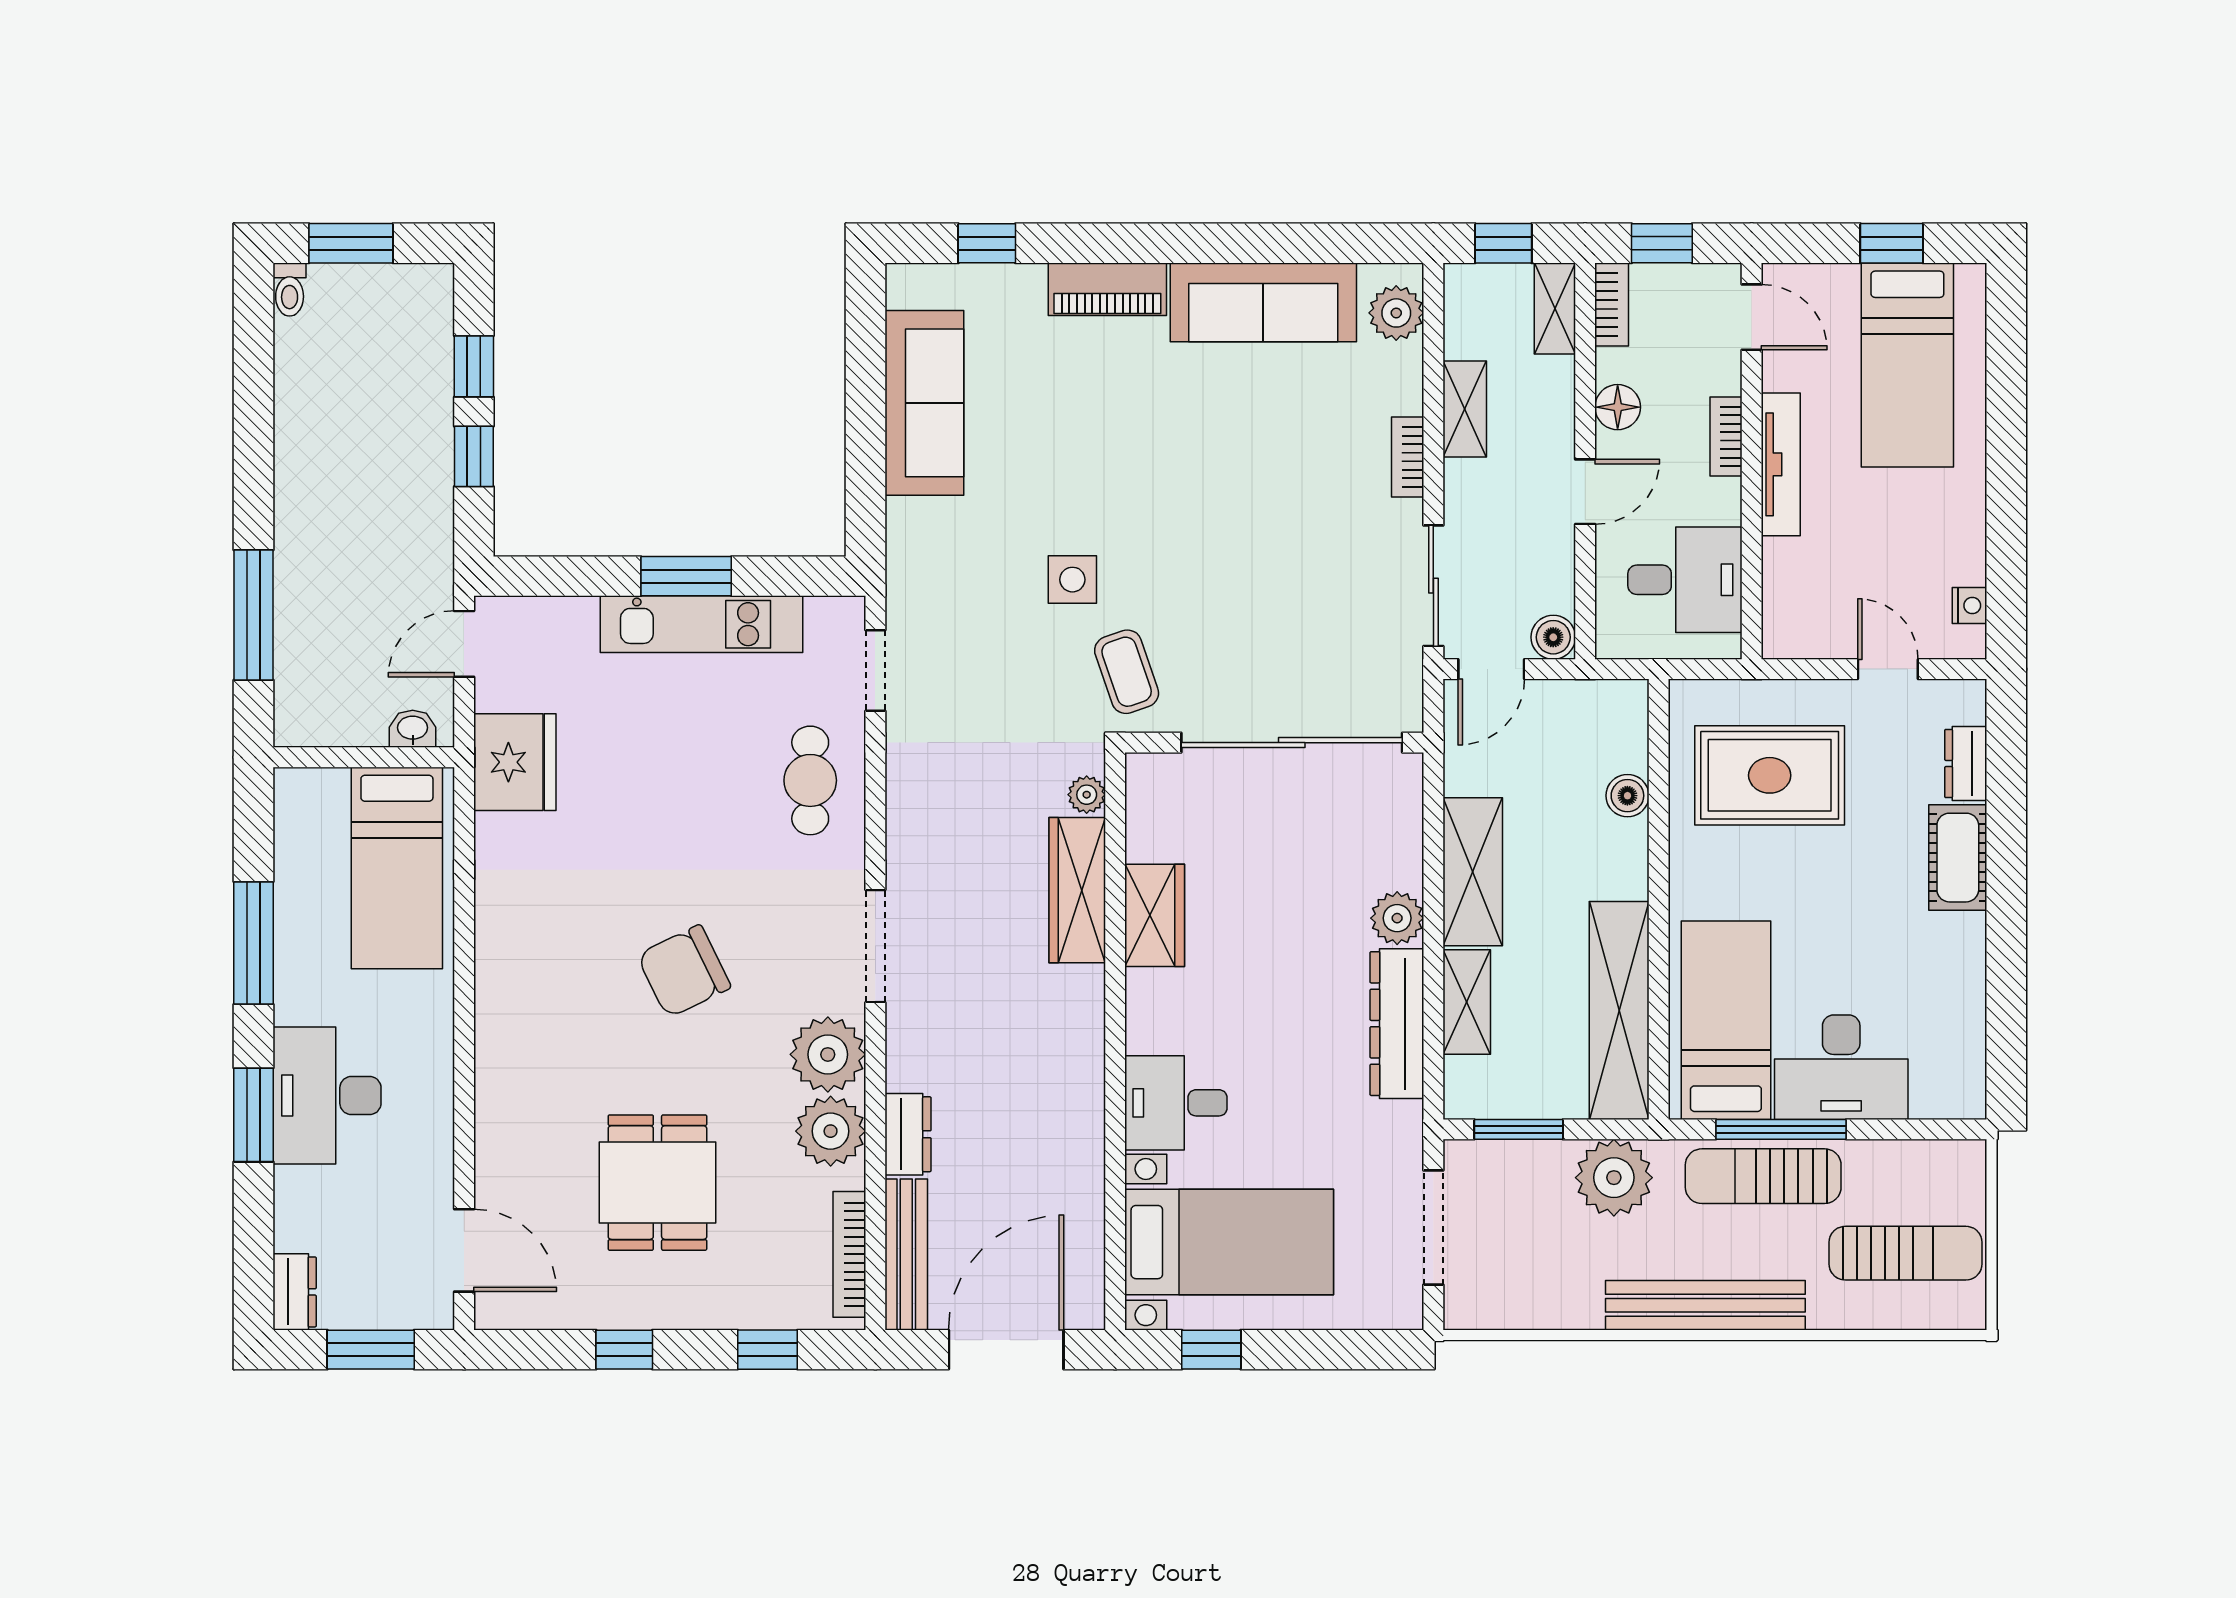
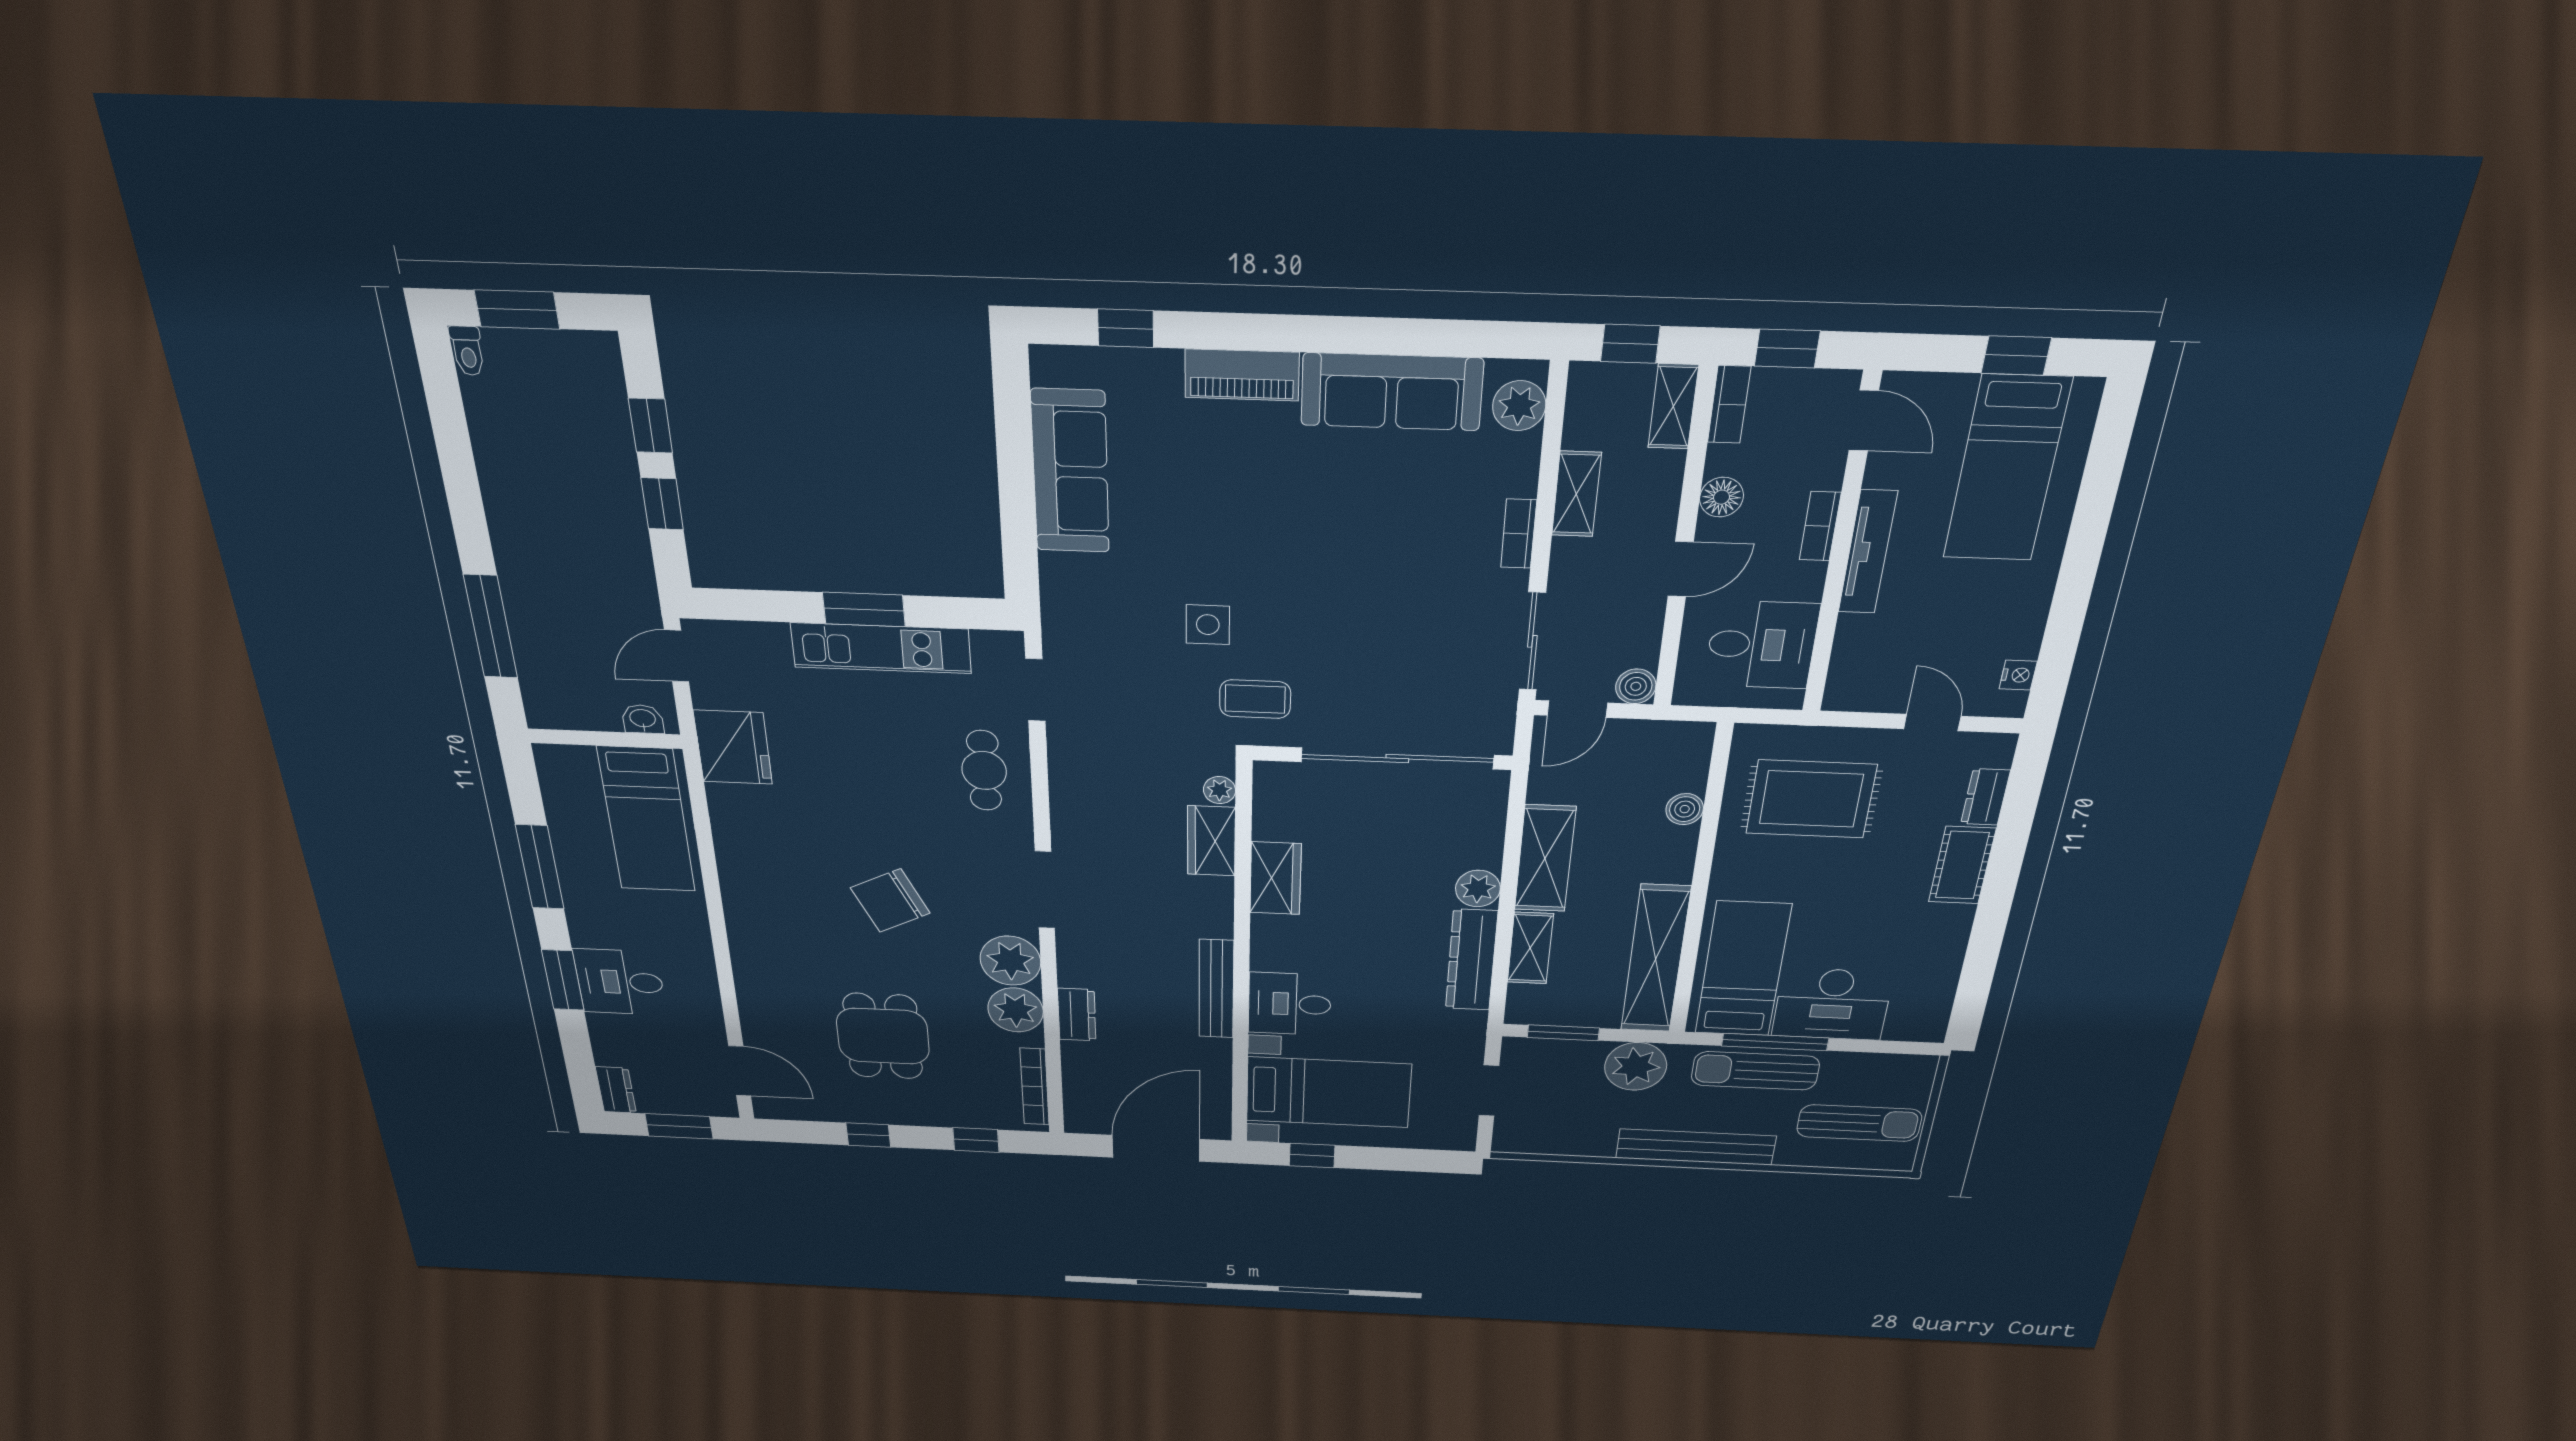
coffee table: (1127, 672) -> (1255, 699), turned -71
wardrobe: (1077, 890) -> (1211, 841), width x0.67
desk: (327, 1096) -> (620, 982), width x0.73
doorway: (1433, 1227) -> (1489, 1091), width x0.73
bench: (906, 1254) -> (1216, 989), moved

